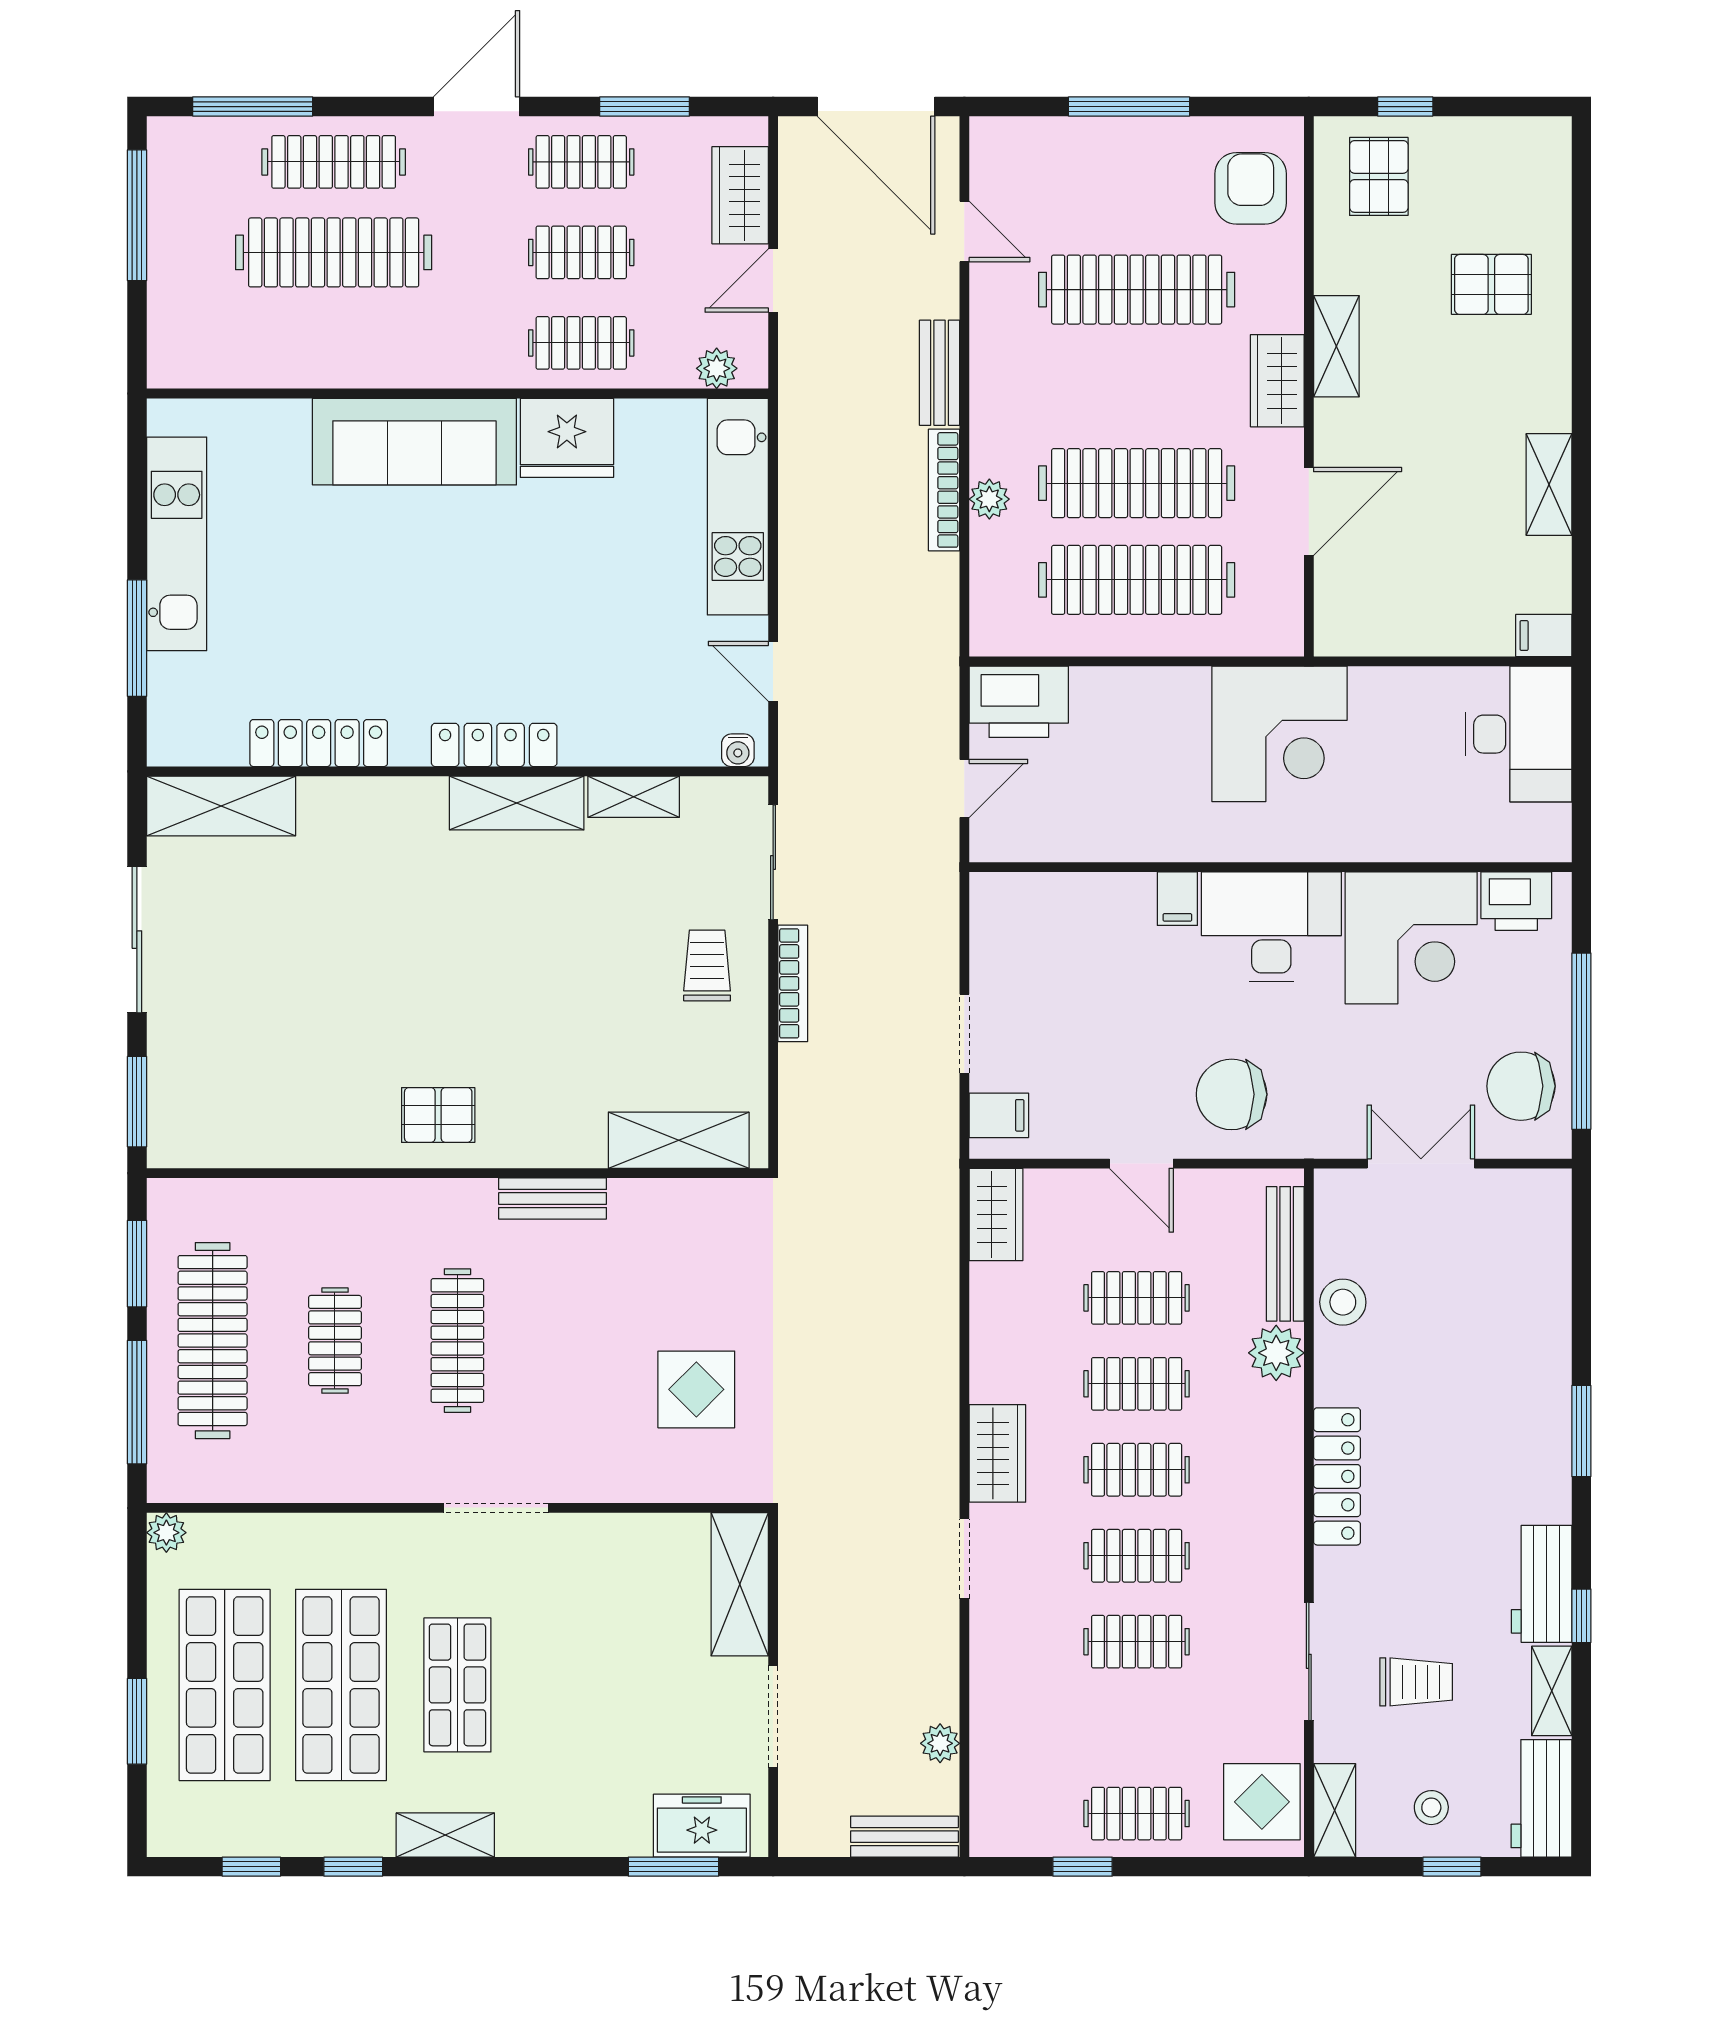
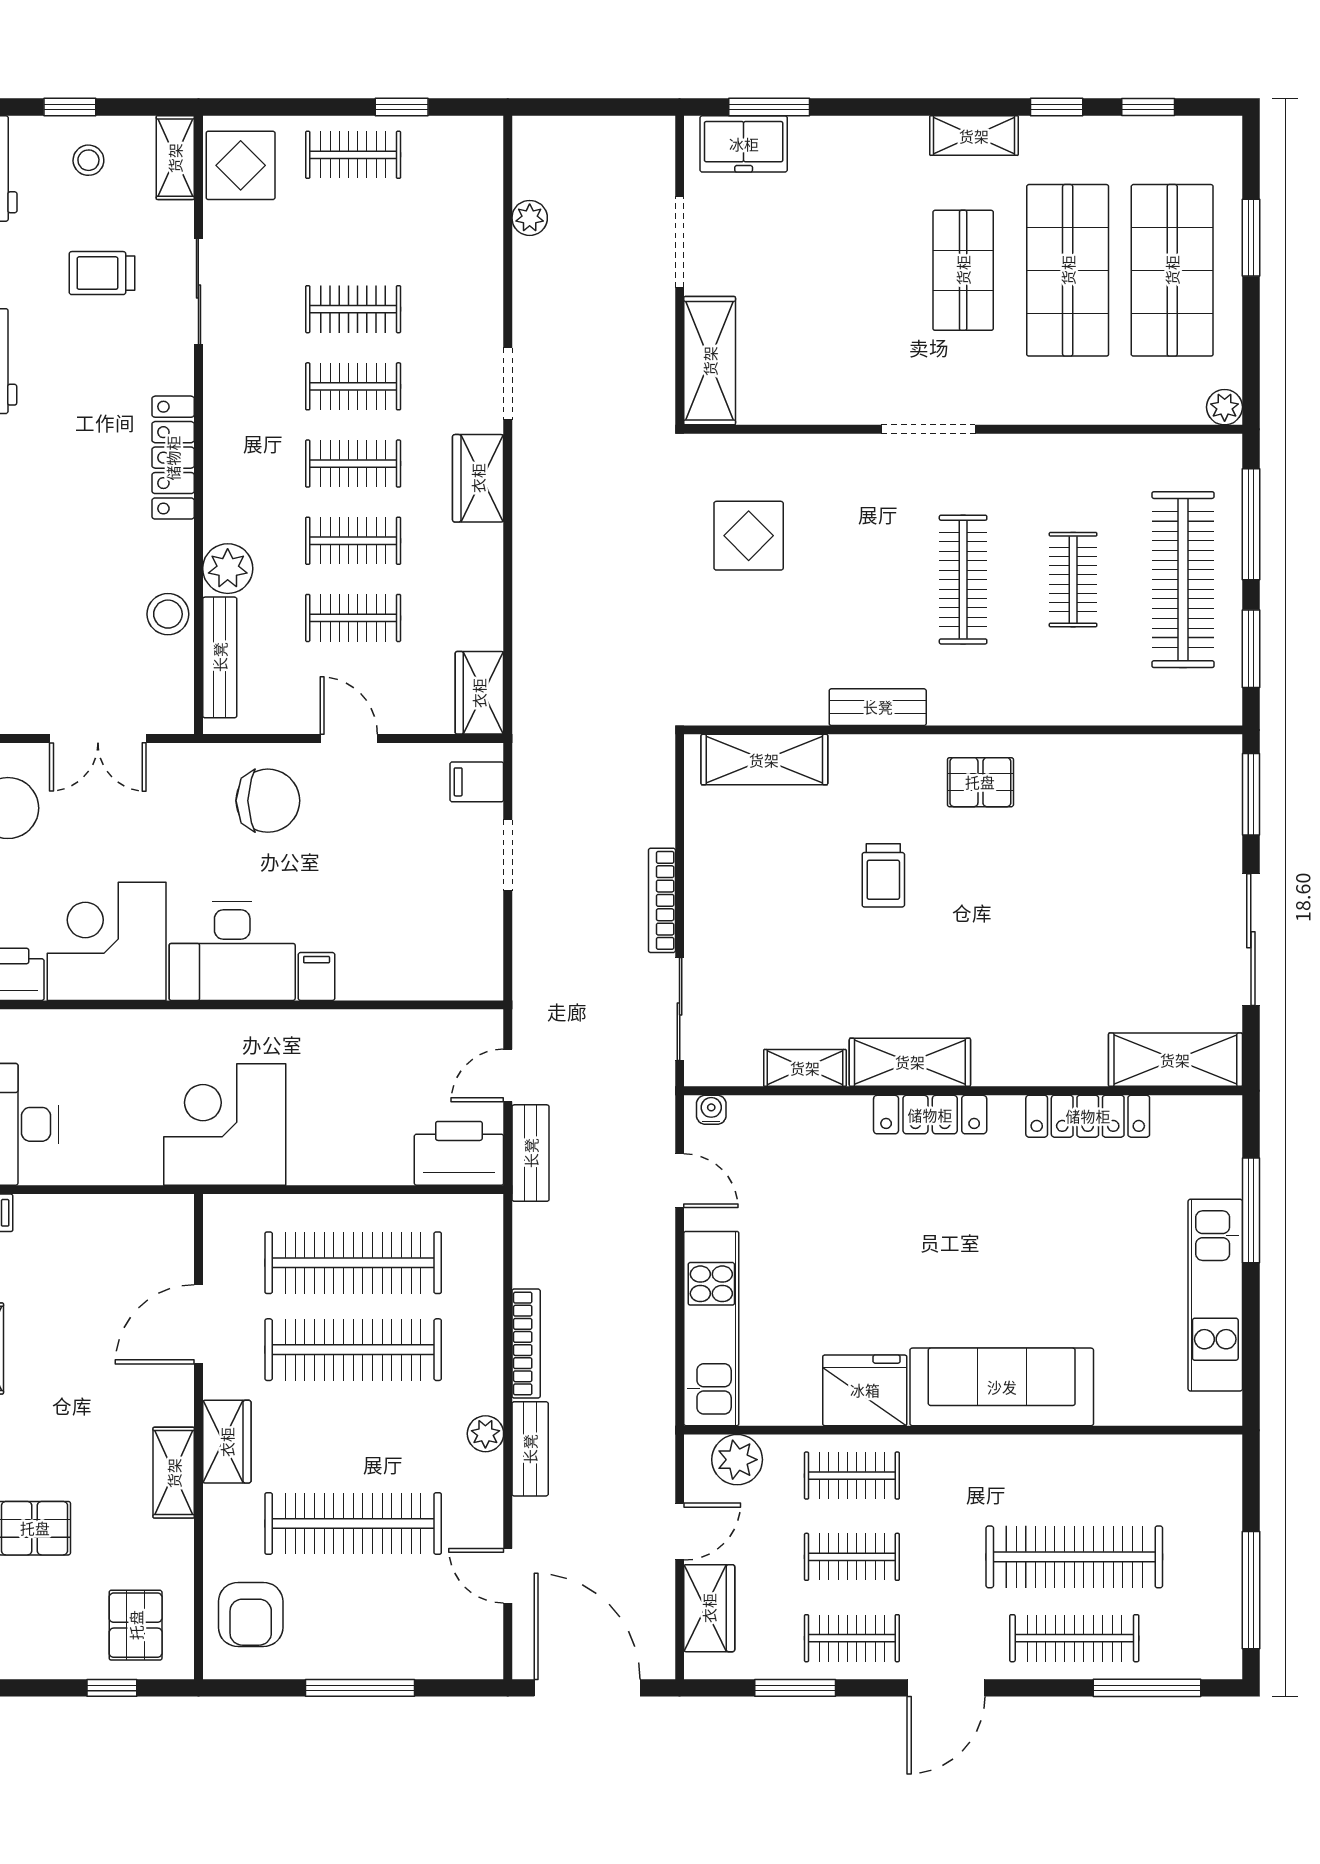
plant: (717, 368) -> (737, 1460), width x1.38, depth x1.38
plant: (989, 499) -> (485, 1434), moved
trolley: (707, 965) -> (883, 875), moved
bench: (905, 1837) -> (531, 1153), moved, turned 90

